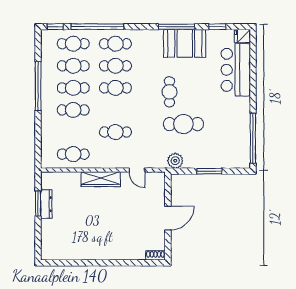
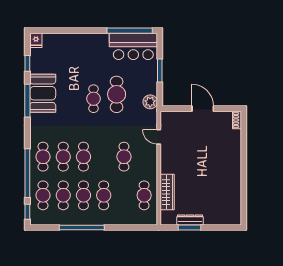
bar counter: (236, 70) -> (133, 46), moved
cafe table: (170, 92) -> (94, 99), moved, turned 90
door: (137, 170) -> (159, 137), swing flipped
wardrobe: (101, 179) -> (167, 192), moved

